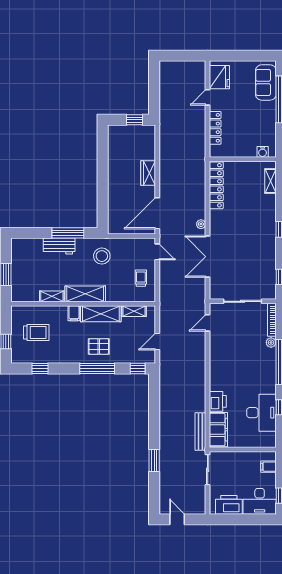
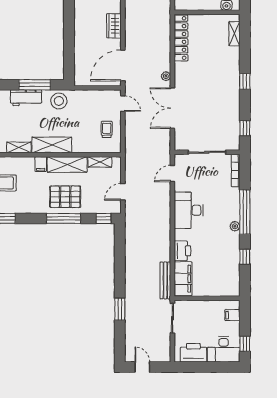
stool: (102, 256) -> (59, 101), moved
plant: (271, 342) -> (235, 226), moved
pallet: (99, 346) -> (65, 197), width x1.50, depth x1.42
desk: (261, 413) -> (189, 210), moved, turned 180

